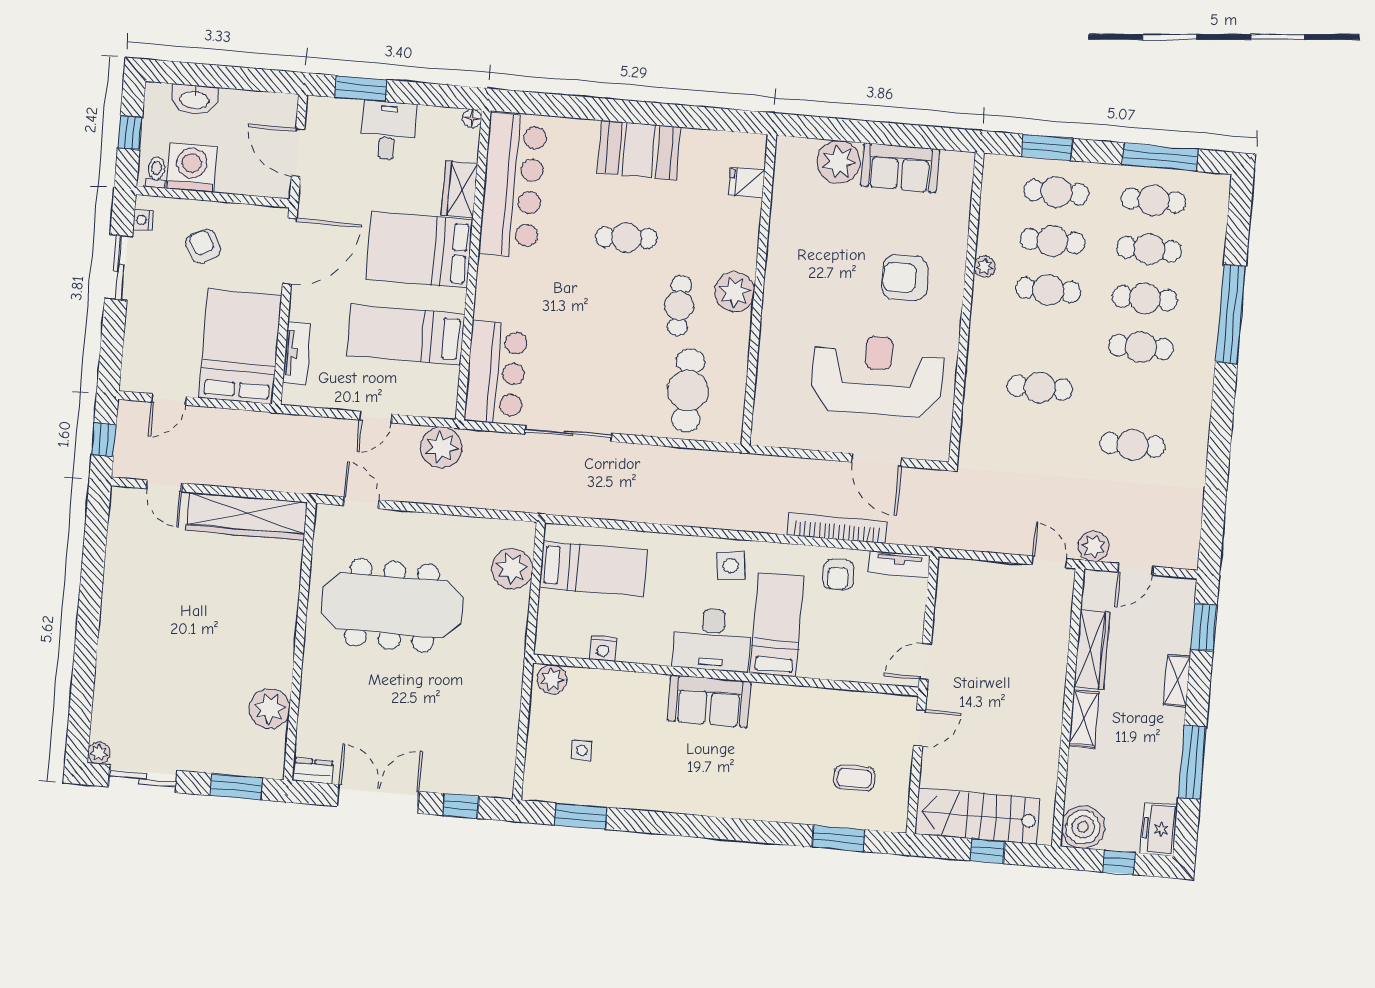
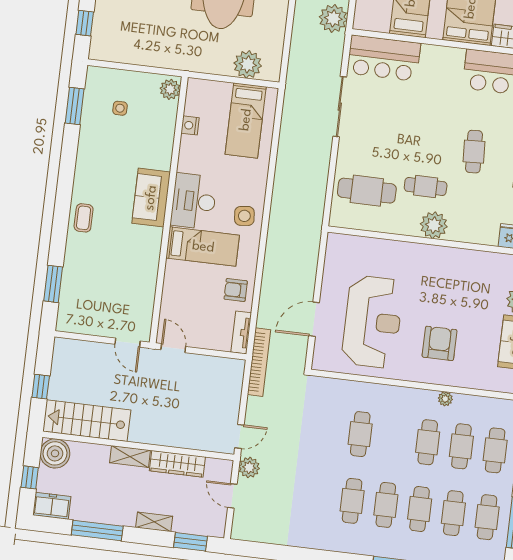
cafe table: (1132, 445) -> (352, 501), moved
bookcase: (837, 528) -> (259, 362), moved
coffee table: (854, 778) -> (84, 218), moved
stairs: (977, 816) -> (87, 421), moved, turned -90

